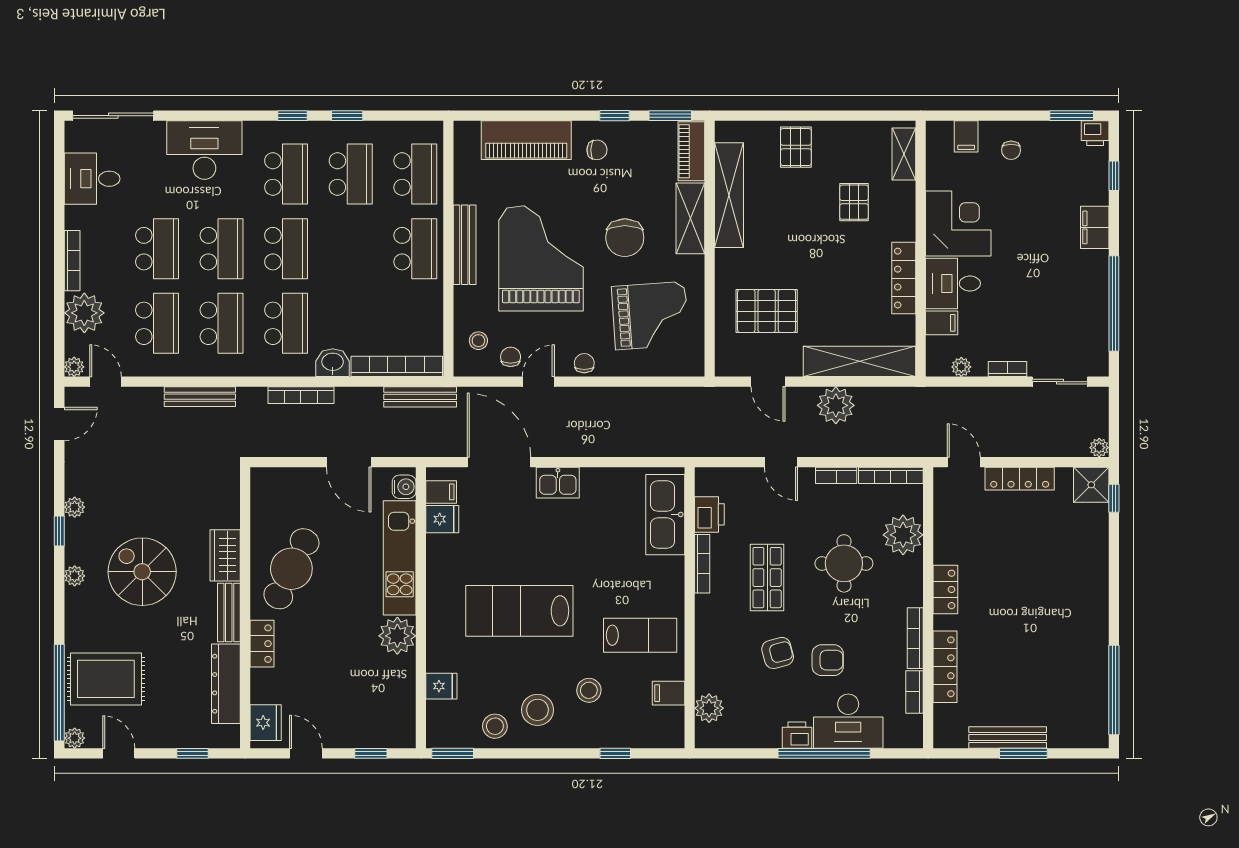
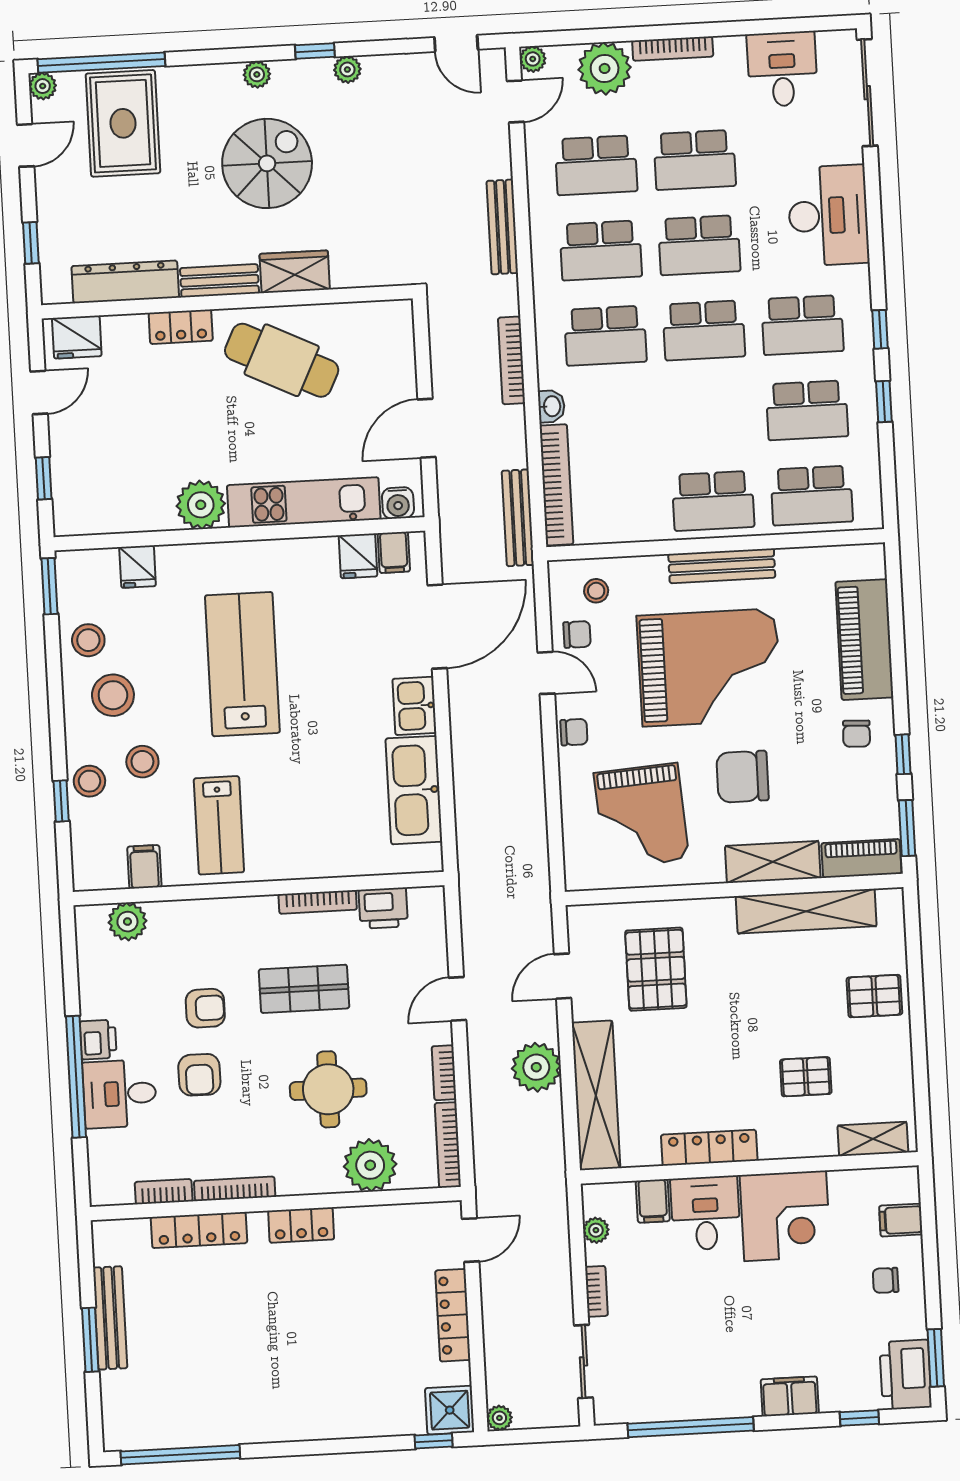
printer: (1095, 133) -> (905, 1375), width x1.87, depth x1.48
washbasin: (333, 363) -> (551, 406), width x0.72, depth x0.69
kitchen sink: (665, 515) -> (414, 790), moved, turned -90
armchair: (778, 653) -> (205, 1008), turned -75
desk: (848, 721) -> (120, 1094), width x0.73
stool: (601, 731) -> (89, 781), added

